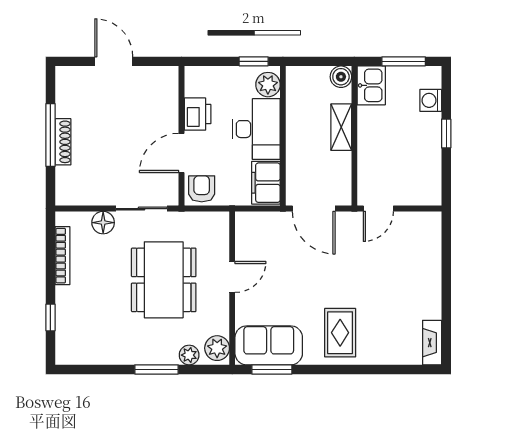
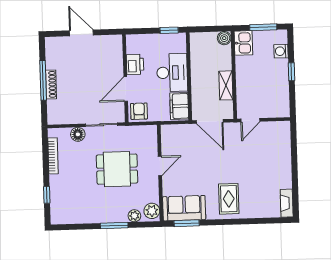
plant: (268, 85) -> (179, 44), removed
shelving: (341, 127) -> (226, 85), moved
dining table: (164, 280) -> (117, 169), width x0.73

